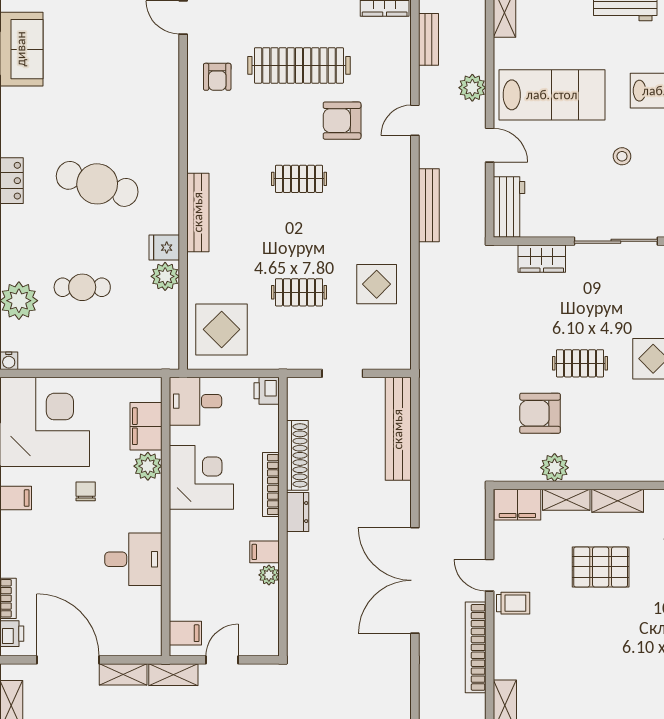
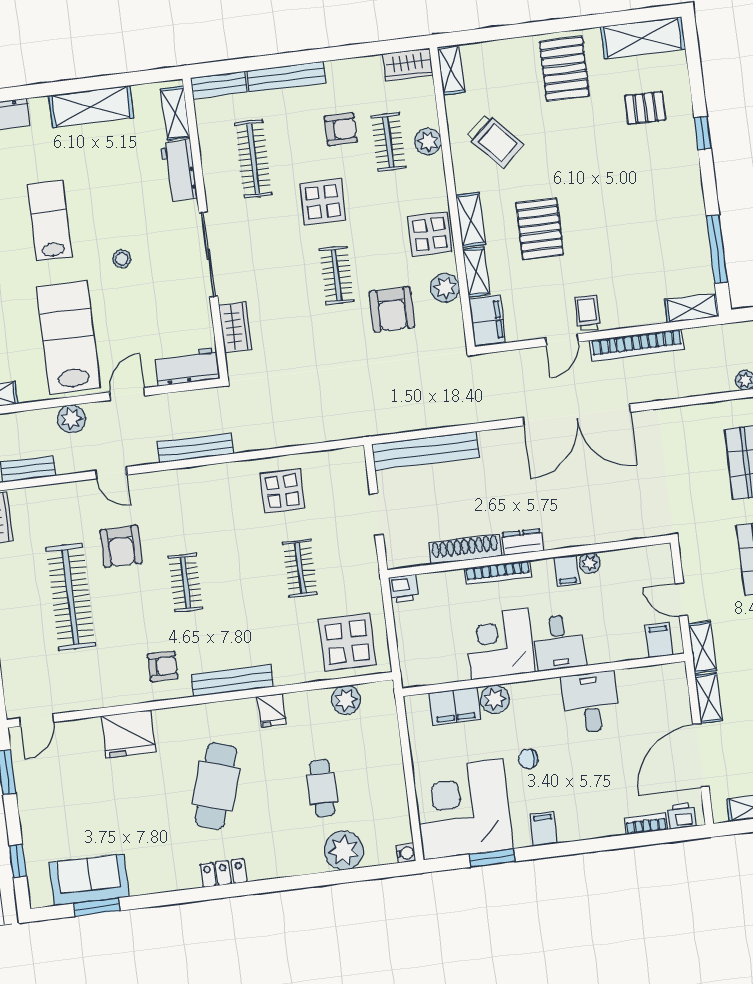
armchair: (217, 77) -> (163, 666), moved
fridge: (159, 105) -> (128, 734), added
plant: (165, 276) -> (346, 700), moved
desk: (195, 401) -> (559, 642), moved
display table: (609, 459) -> (430, 234), added

